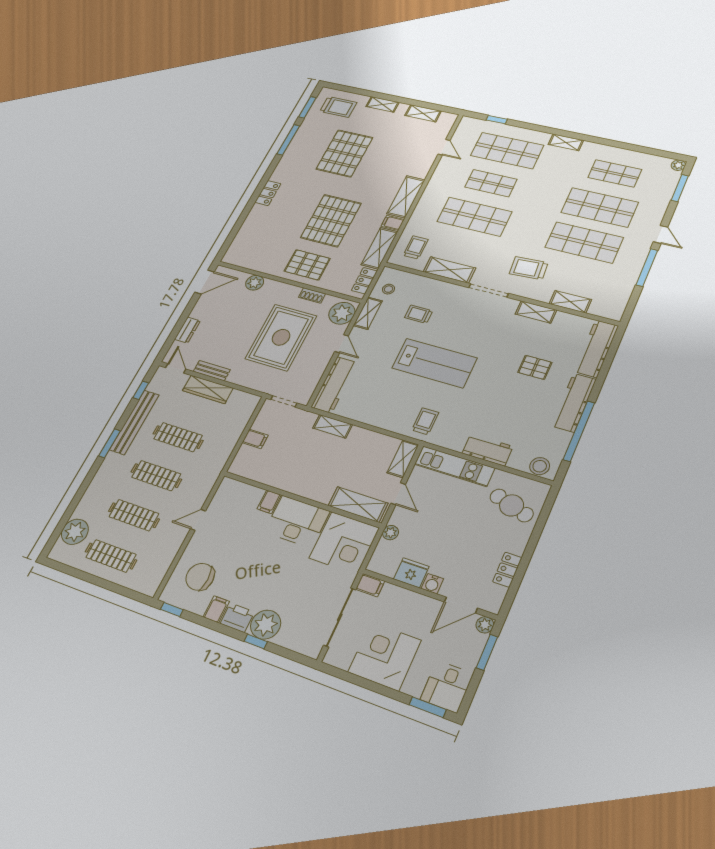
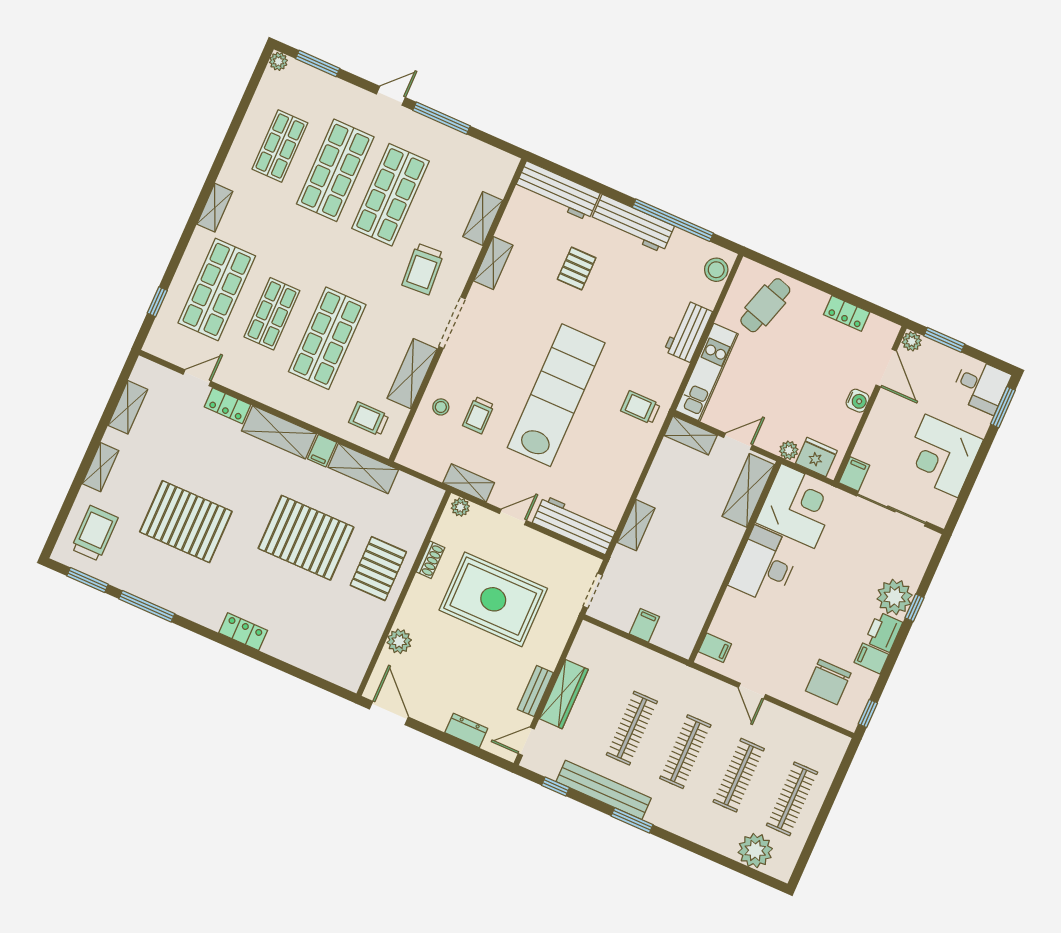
locker: (364, 281) -> (228, 406), moved
stool: (388, 289) -> (441, 407), moved
plant: (342, 313) -> (460, 507), width x0.53, depth x0.53
lab bench: (434, 363) -> (556, 395), width x1.36
filing cabinet: (269, 502) -> (715, 648), moved
fridge: (411, 573) -> (816, 457), moved, turned 90

